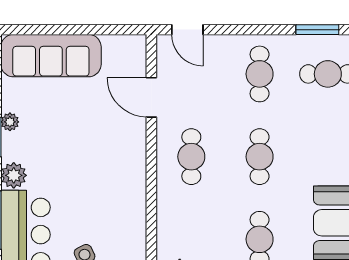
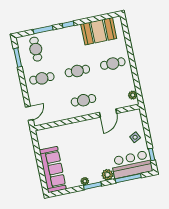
door: (151, 97) -> (108, 113), moved

